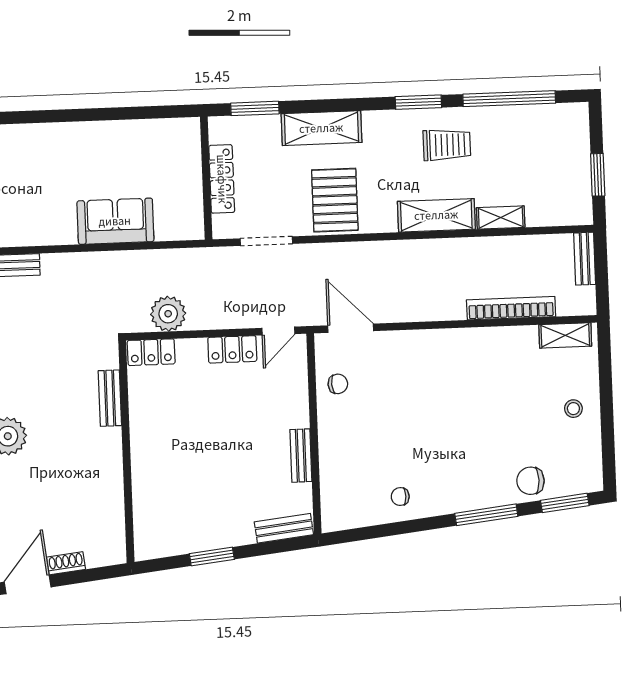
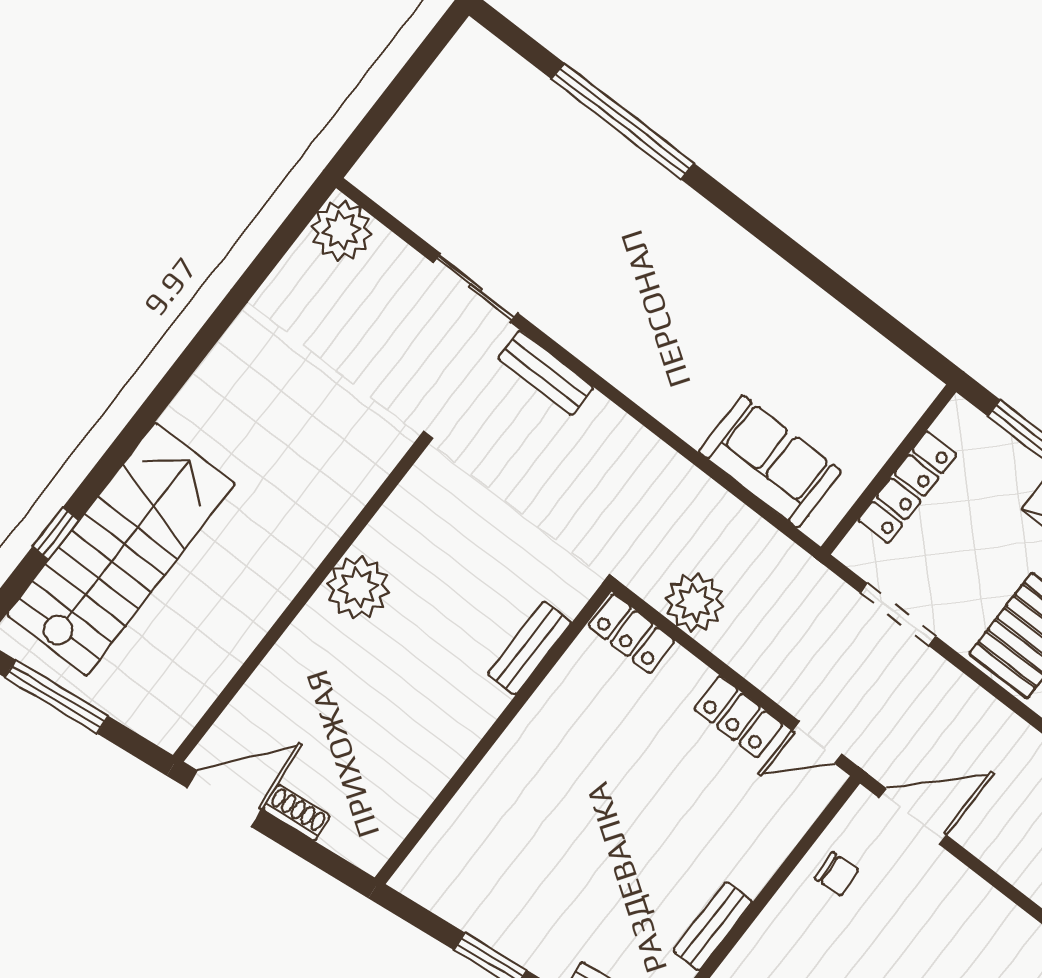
sofa: (115, 221) -> (770, 462), moved
door: (351, 328) -> (913, 816), hinge flipped

